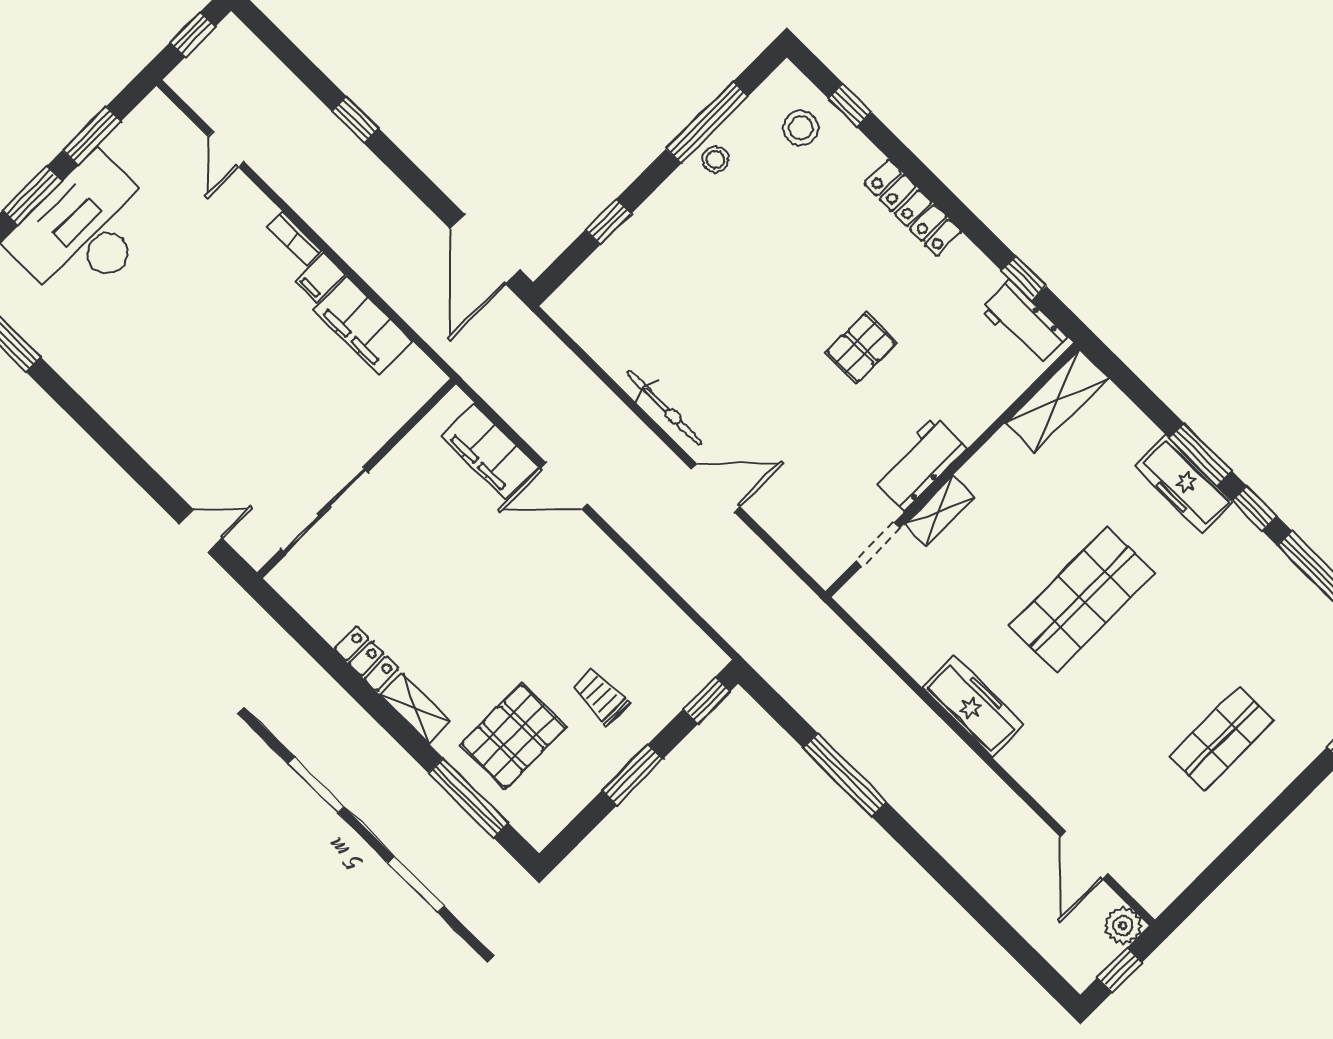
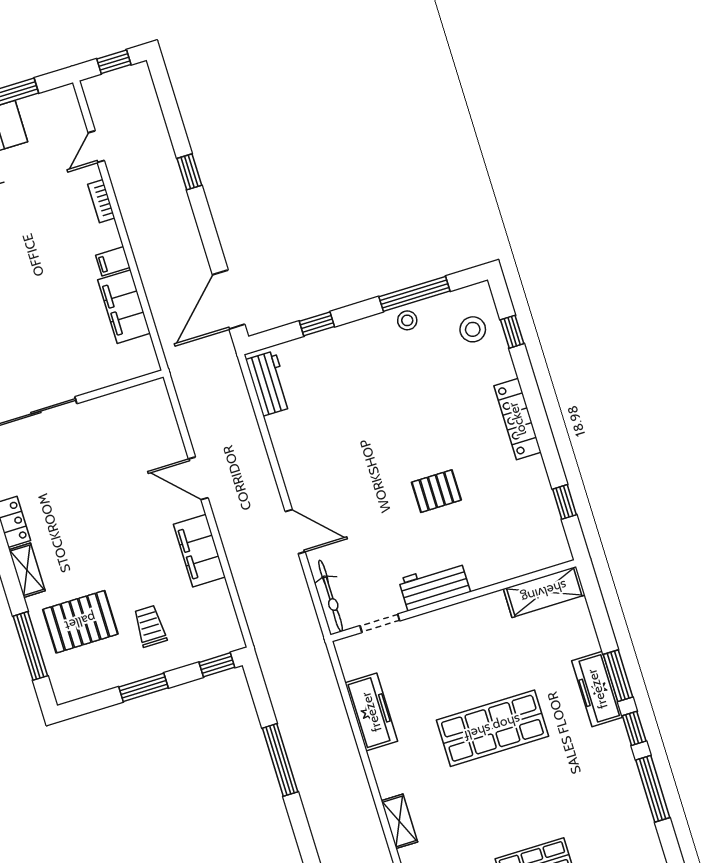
bookcase: (294, 239) -> (101, 201), moved
workbench: (1024, 323) -> (269, 383), moved, turned 180
bicycle: (664, 408) -> (331, 596), moved
filing cabinet: (490, 451) -> (199, 551), moved
shelving: (939, 511) -> (399, 821), moved, turned 90
freezer: (973, 706) -> (371, 712), moved

